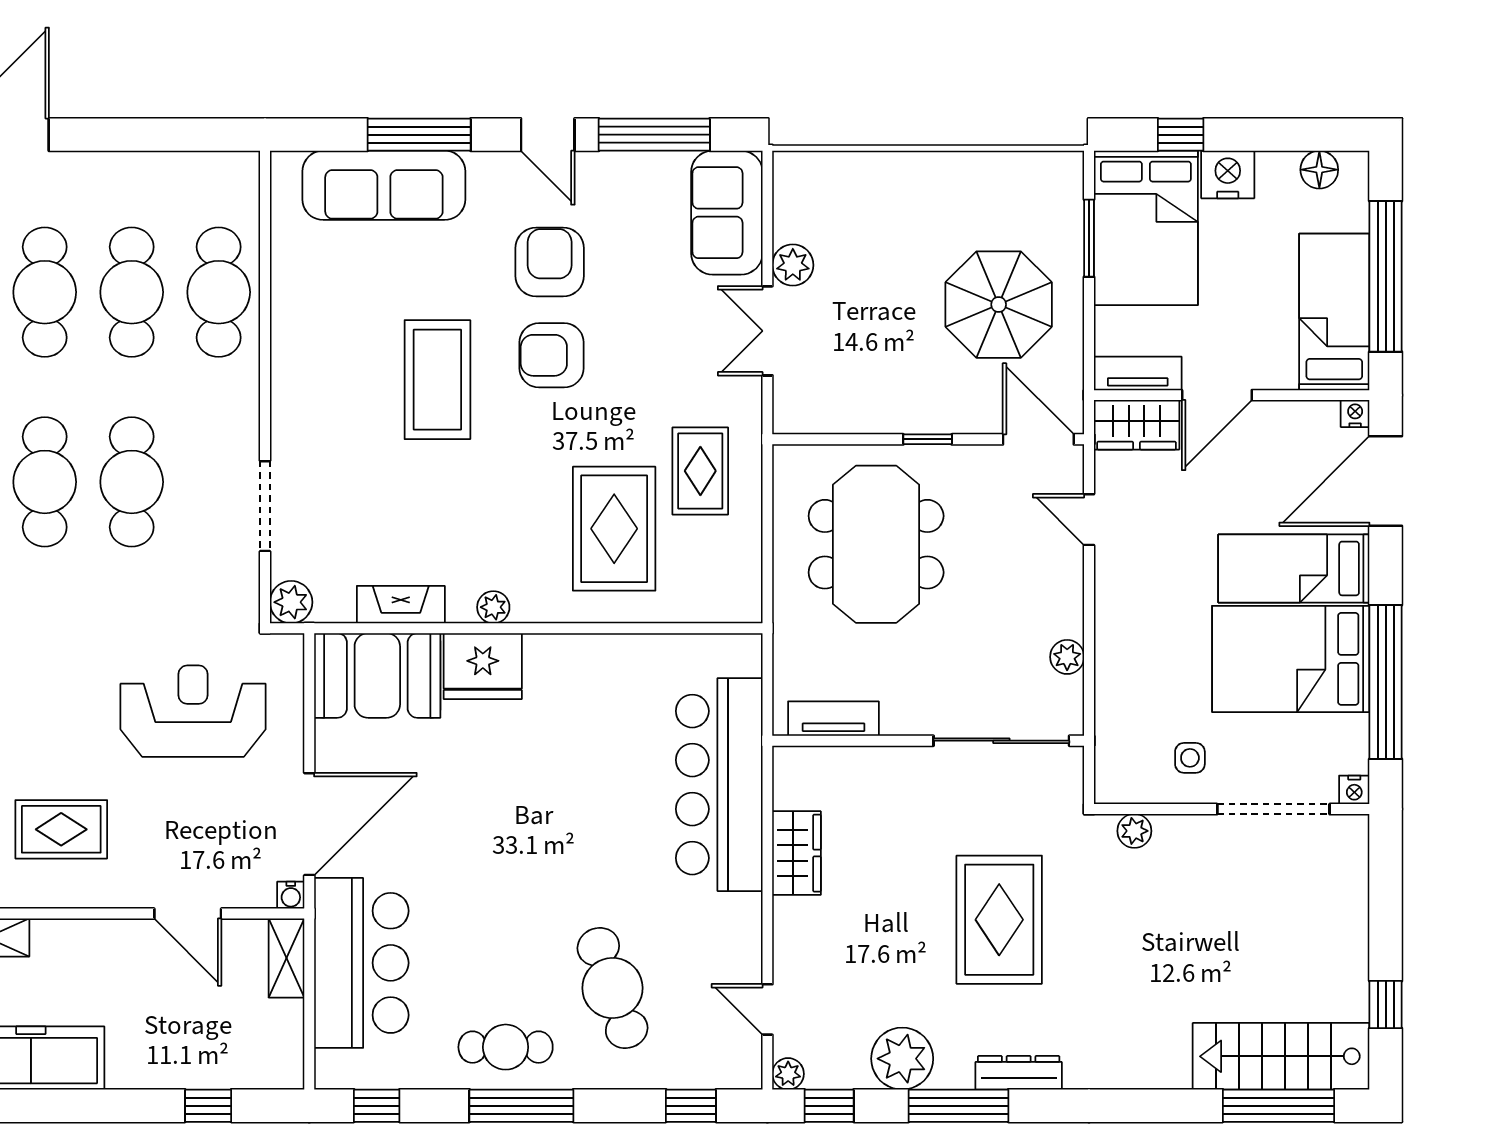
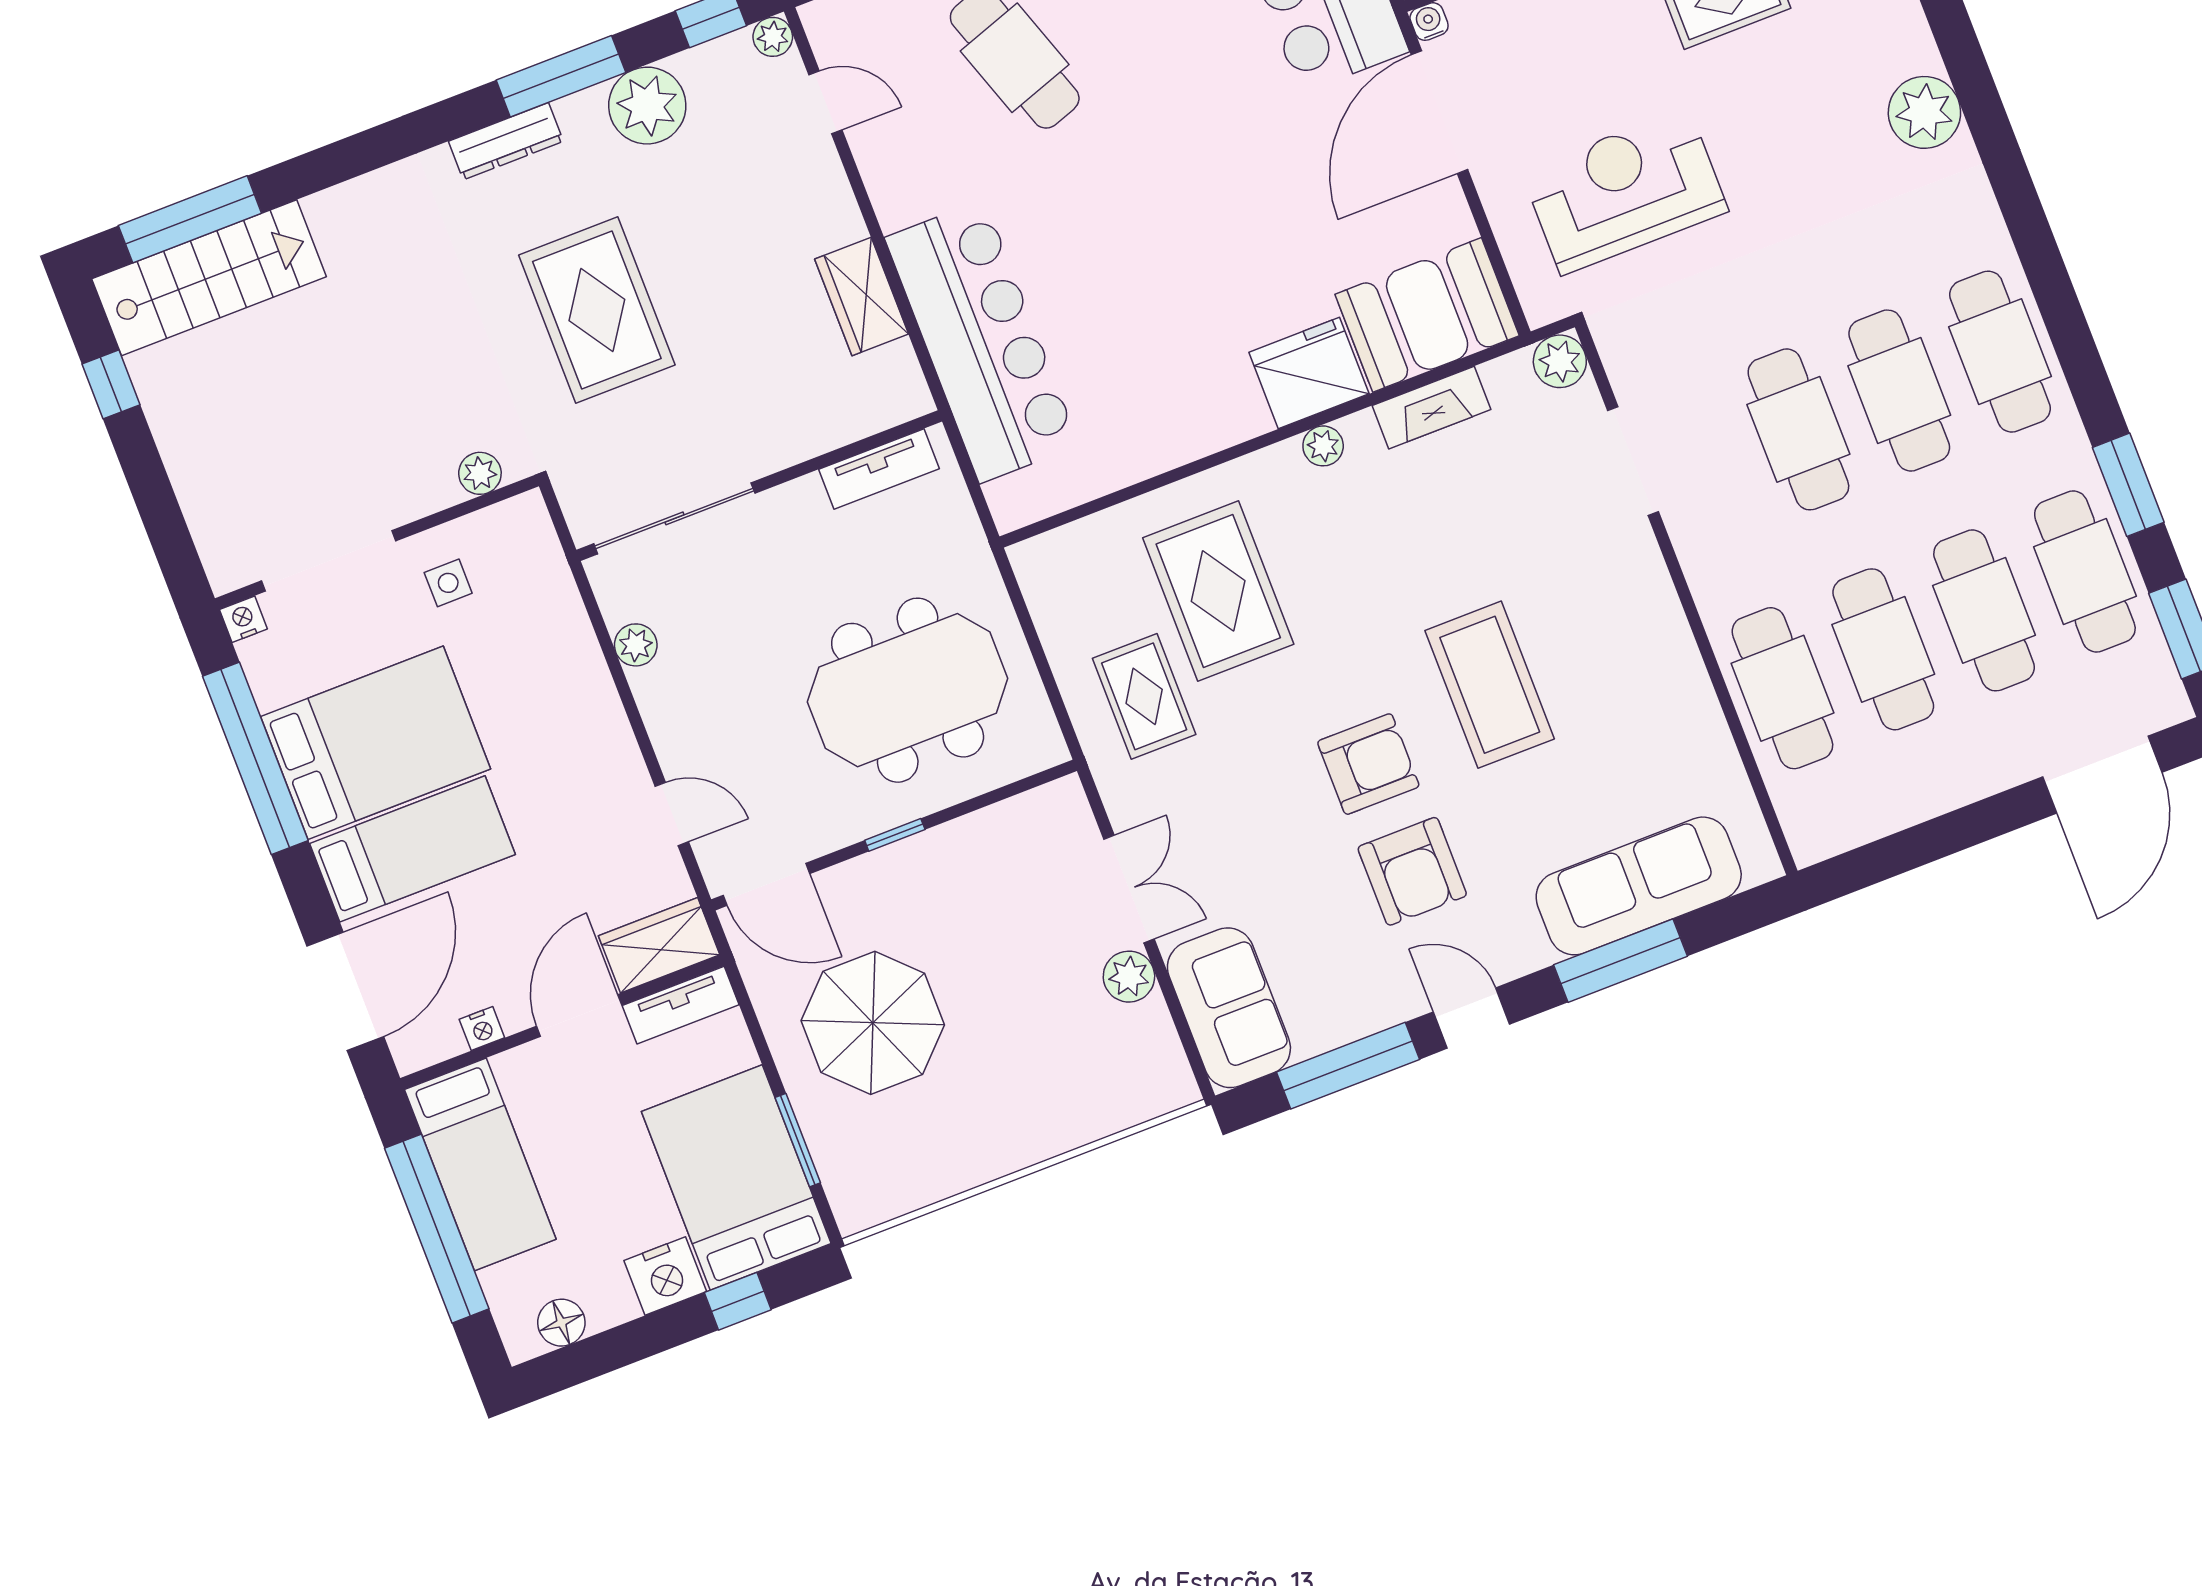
nightstand: (1355, 414) -> (482, 1028), moved
meeting table: (876, 544) -> (908, 690), turned 90
reception desk: (193, 711) -> (1625, 191), turned 180

